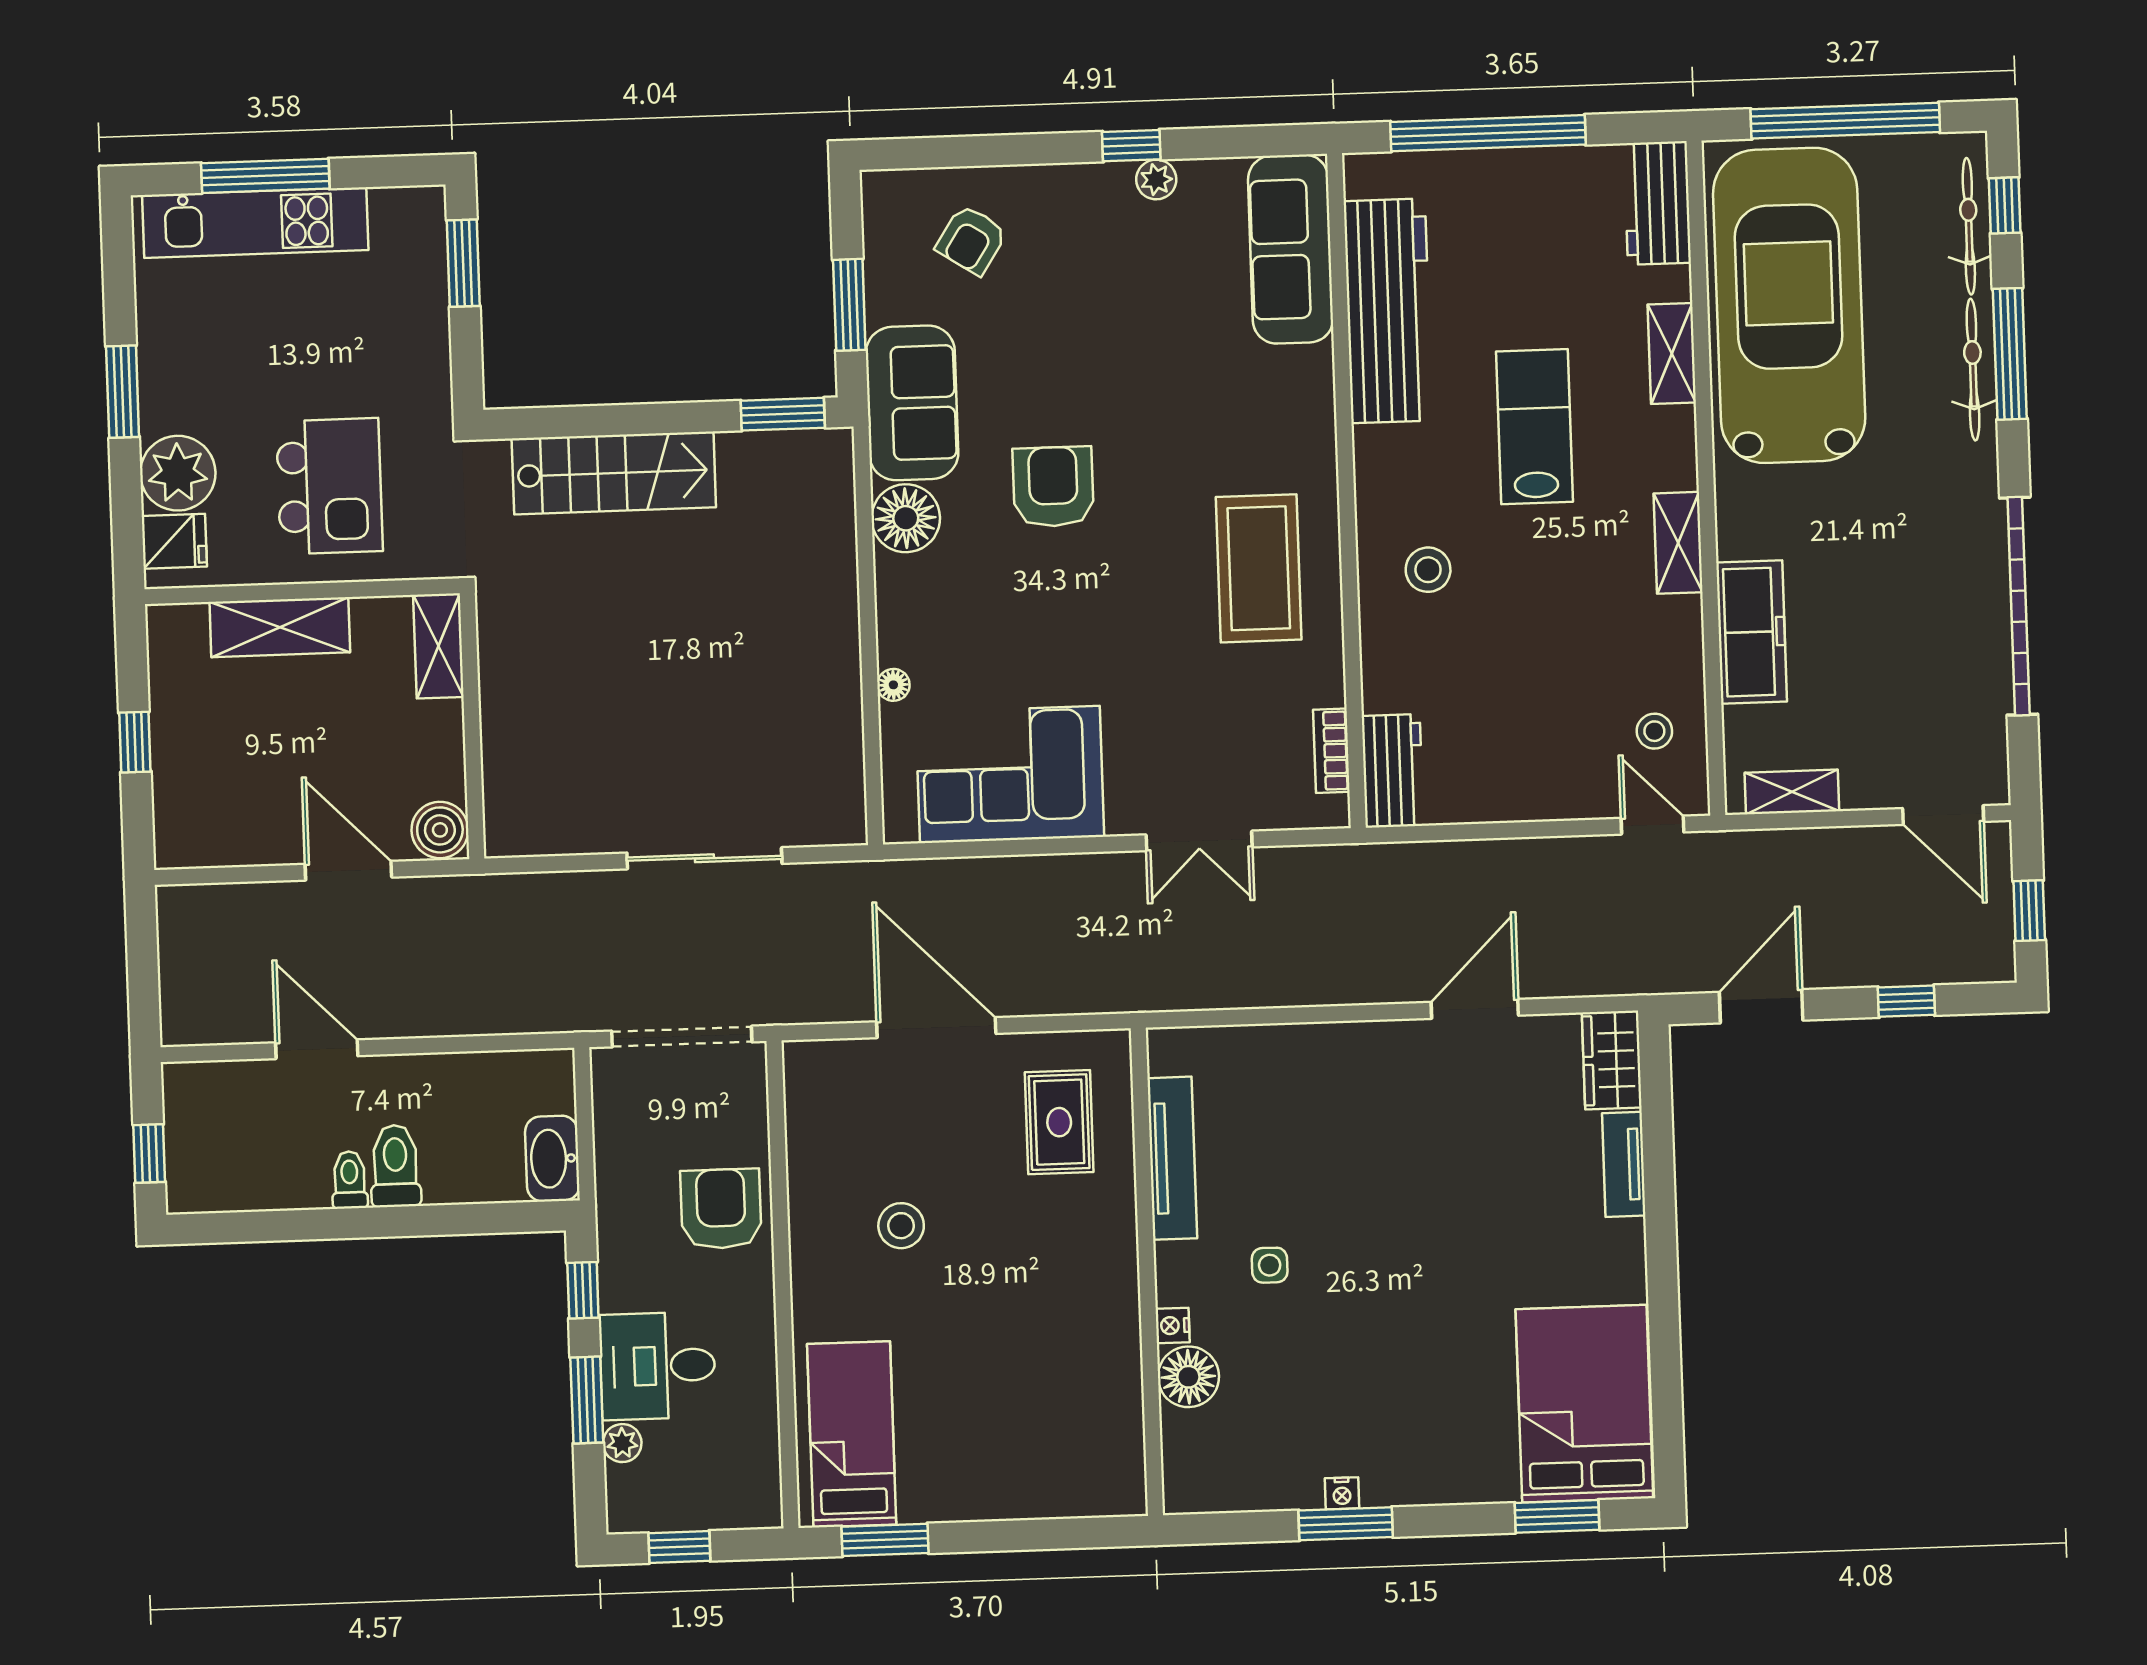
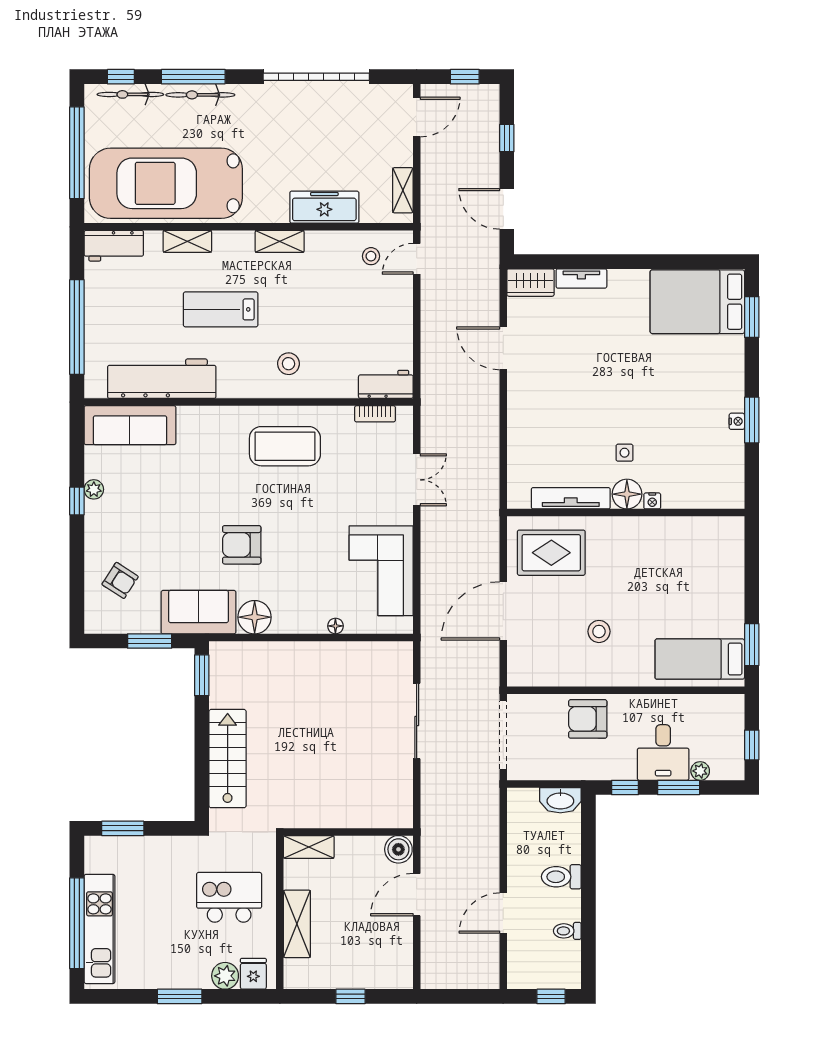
window: (265, 176) -> (77, 923), width x1.46
plant: (178, 473) -> (225, 976), width x0.73, depth x0.73
rug: (1059, 1122) -> (551, 553), width x1.36, depth x1.43
toilet: (350, 1180) -> (567, 931), moved
floor lamp: (1188, 1377) -> (627, 494), moved

